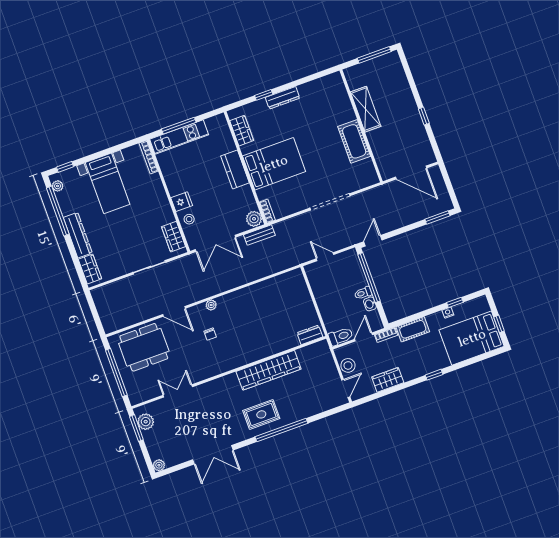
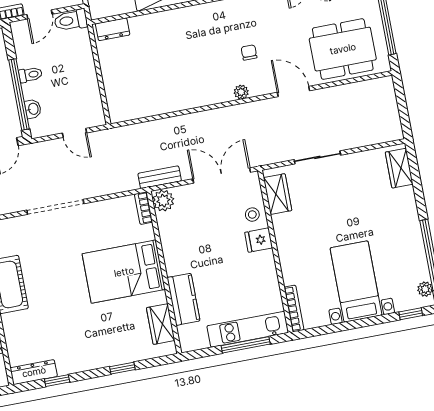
window: (309, 79) -> (57, 381), added
dresser: (283, 98) -> (34, 372), moved
kitchen counter: (235, 169) -> (183, 299), moved
dresser: (78, 235) -> (408, 217), removed
washbasin: (370, 304) -> (33, 109), moved

